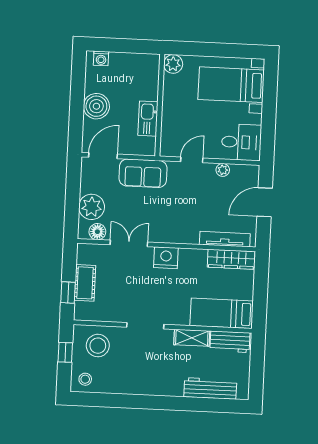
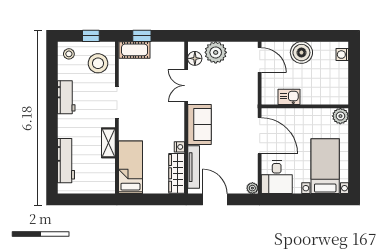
kitchen sink: (148, 119) -> (289, 97), width x0.73
door: (192, 160) -> (260, 136), width x1.88
plant: (223, 170) -> (252, 188), moved
sofa: (143, 173) -> (199, 124), moved, turned 180
door: (265, 202) -> (215, 199), moved
double door: (129, 243) -> (186, 86), swing flipped
nightstand: (166, 258) -> (179, 147), moved, width x0.53, depth x0.56
cot: (85, 283) -> (135, 50), moved
workbench: (230, 342) -> (66, 97), moved, turned 180

